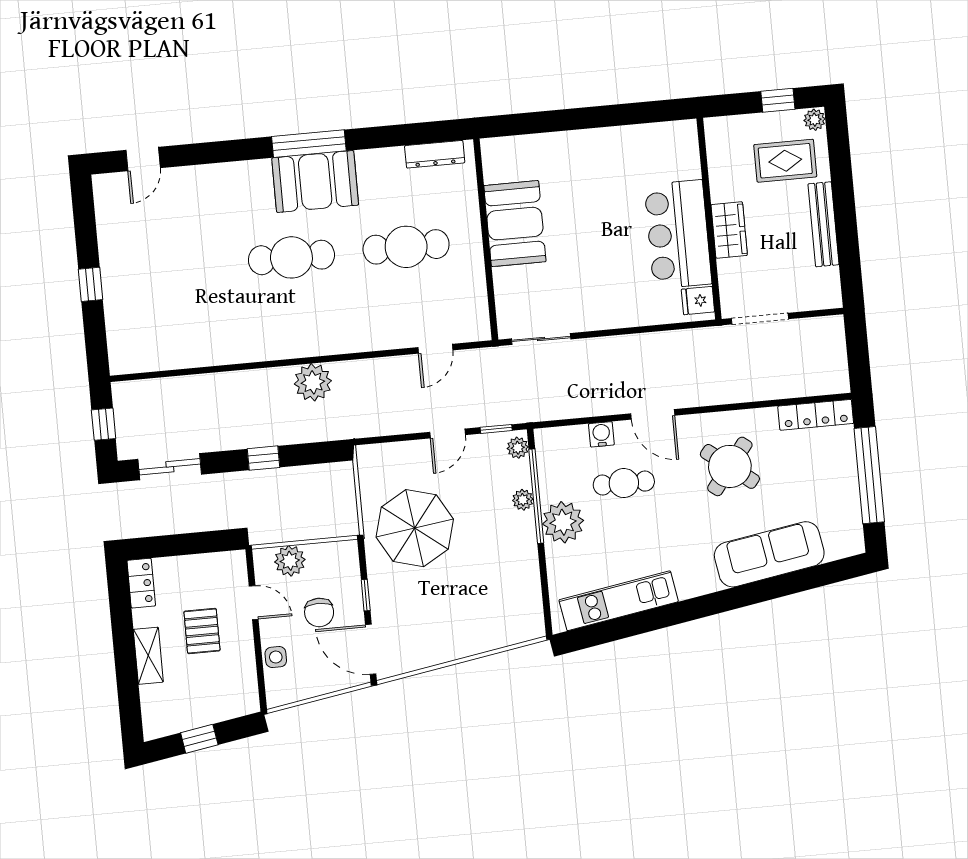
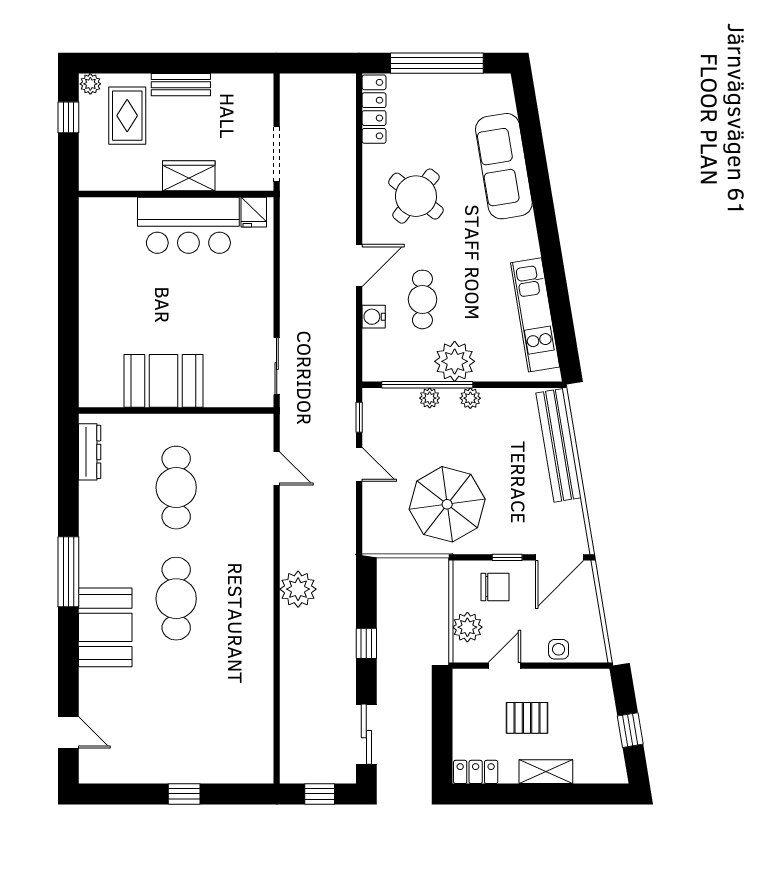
booth: (315, 181) -> (105, 627), moved
bench: (823, 224) -> (181, 85), width x0.73
plant: (518, 448) -> (470, 398), moved
chair: (319, 612) -> (495, 587), moved
bench: (486, 637) -> (559, 445), added

